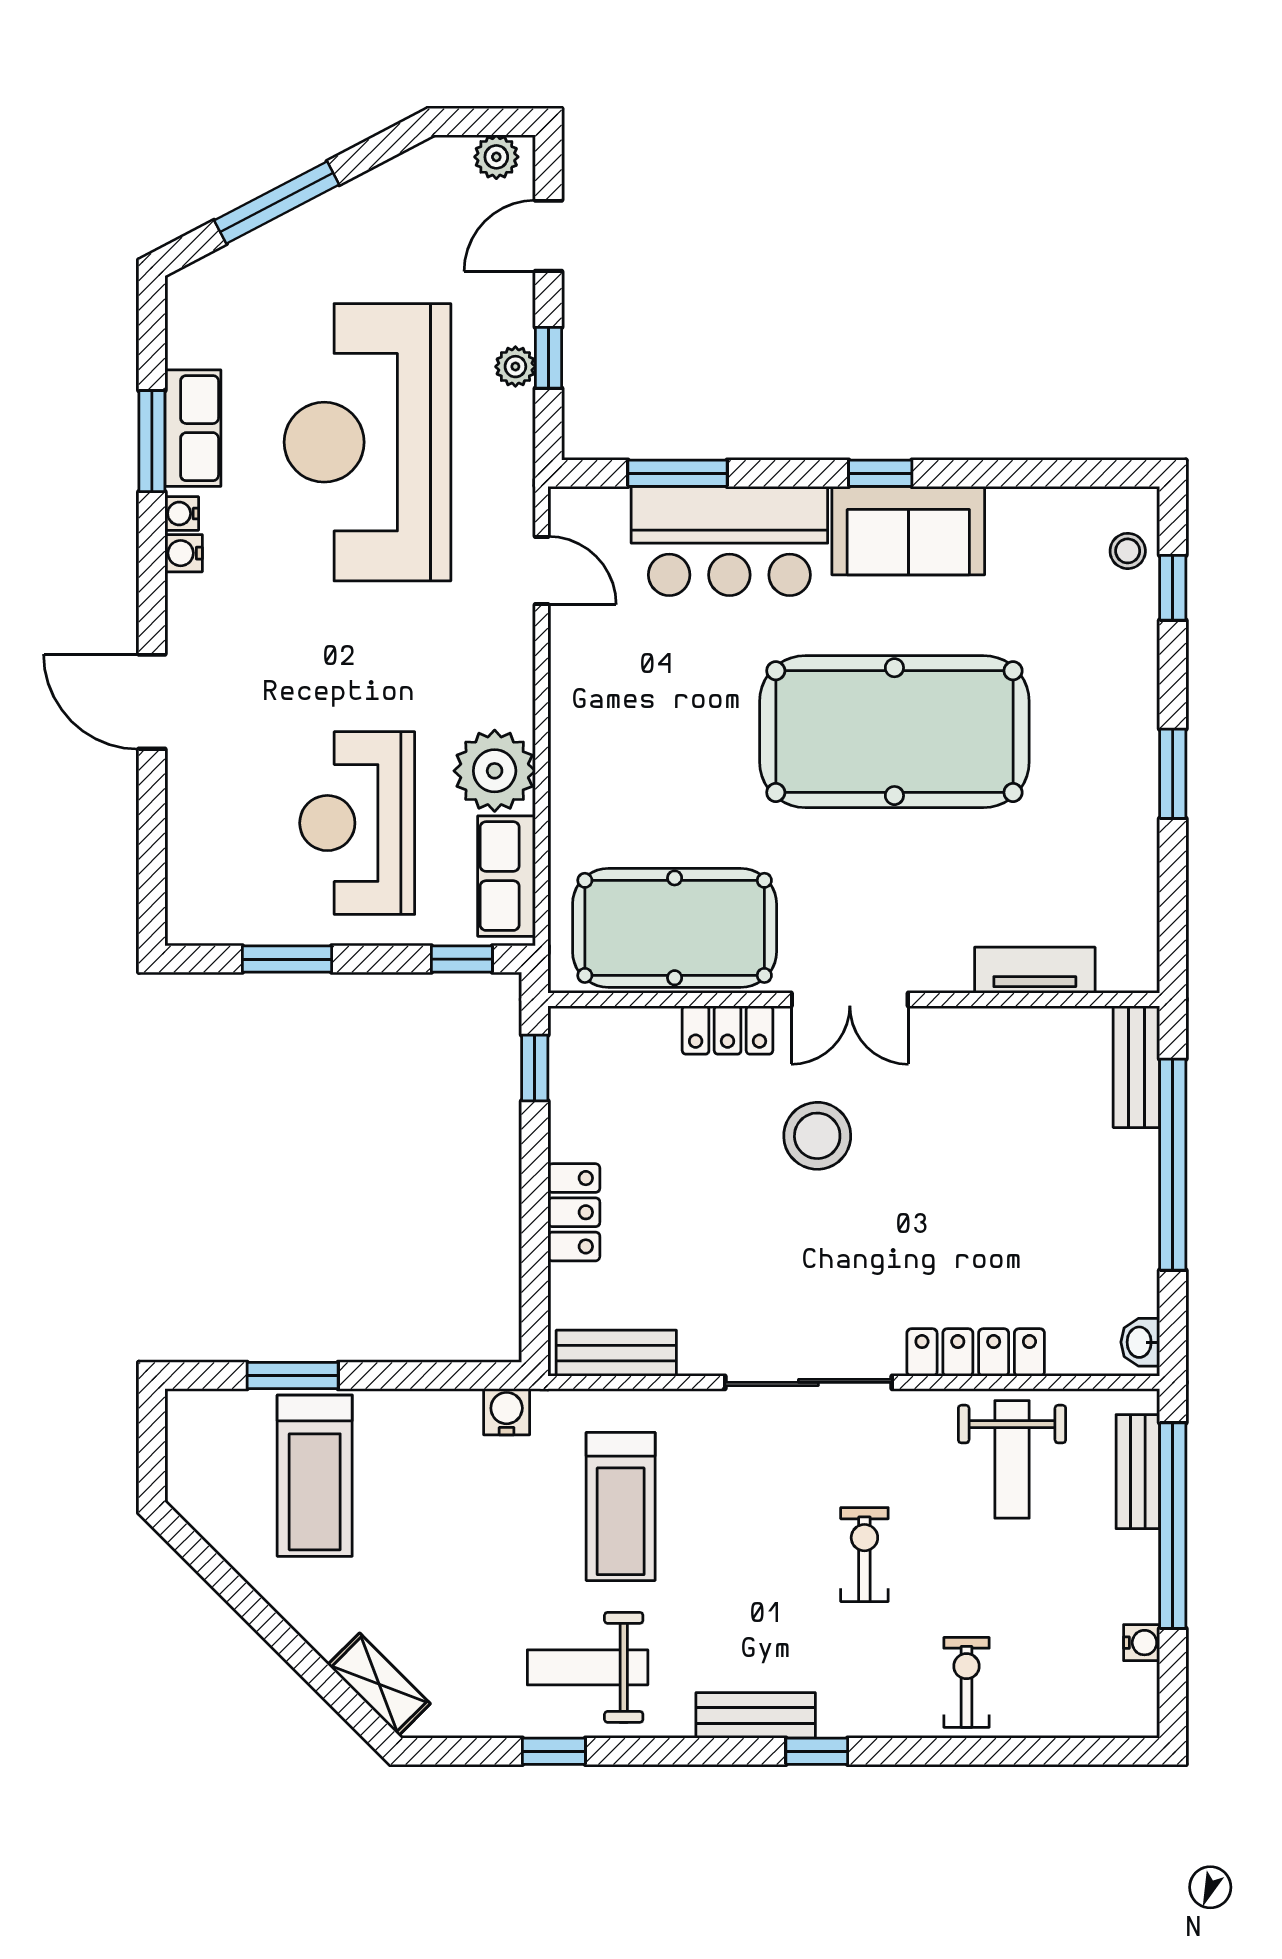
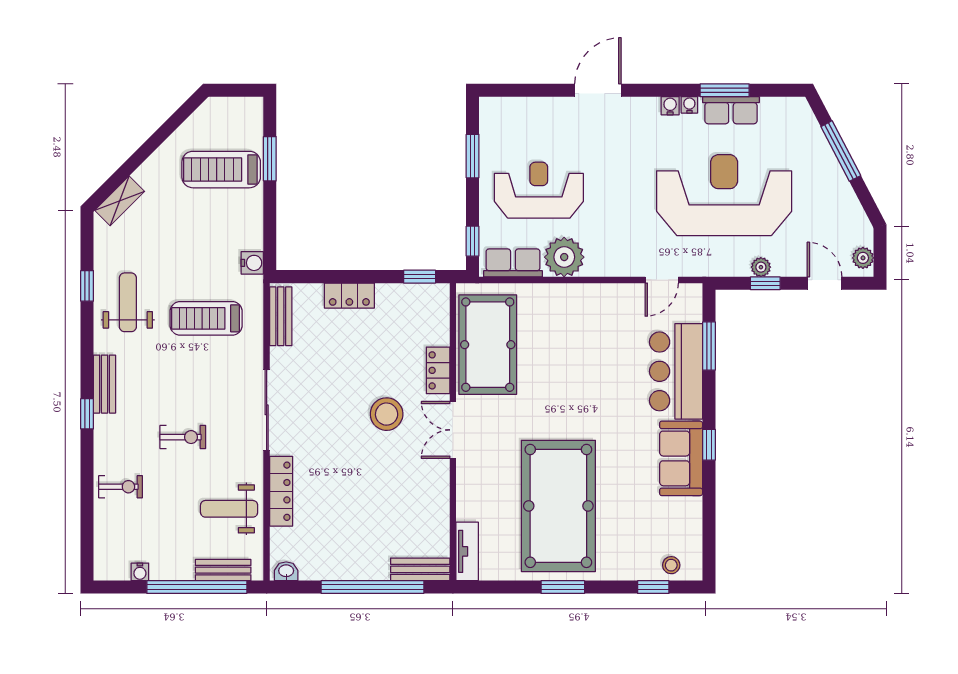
pool table: (894, 732) -> (558, 506), moved
tv unit: (1035, 970) -> (467, 551), moved

